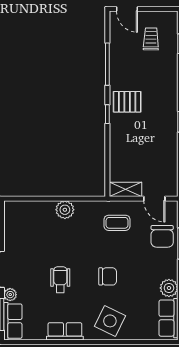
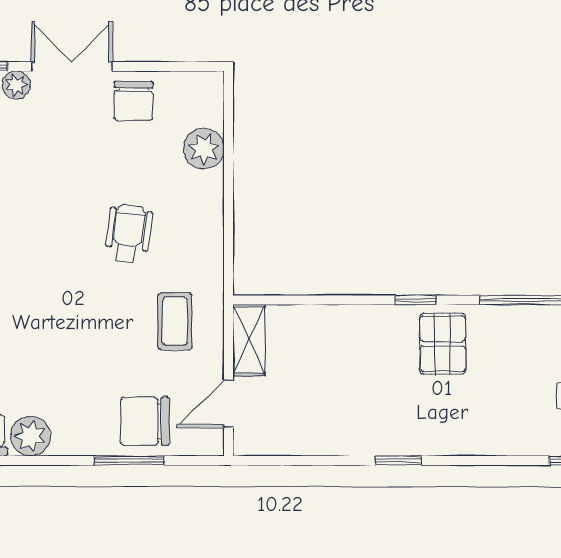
plant: (65, 210) -> (204, 149), moved
chair: (108, 276) -> (133, 101), moved
wheelchair: (60, 280) -> (128, 234), moved, turned -83

